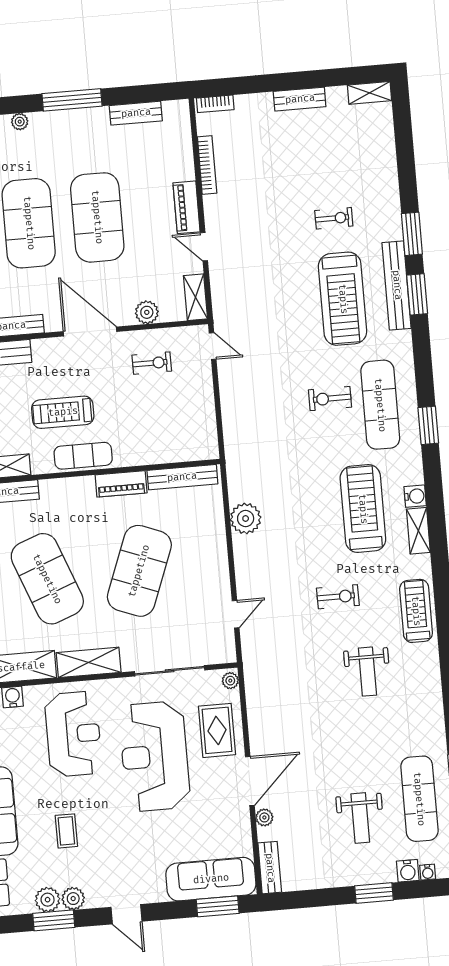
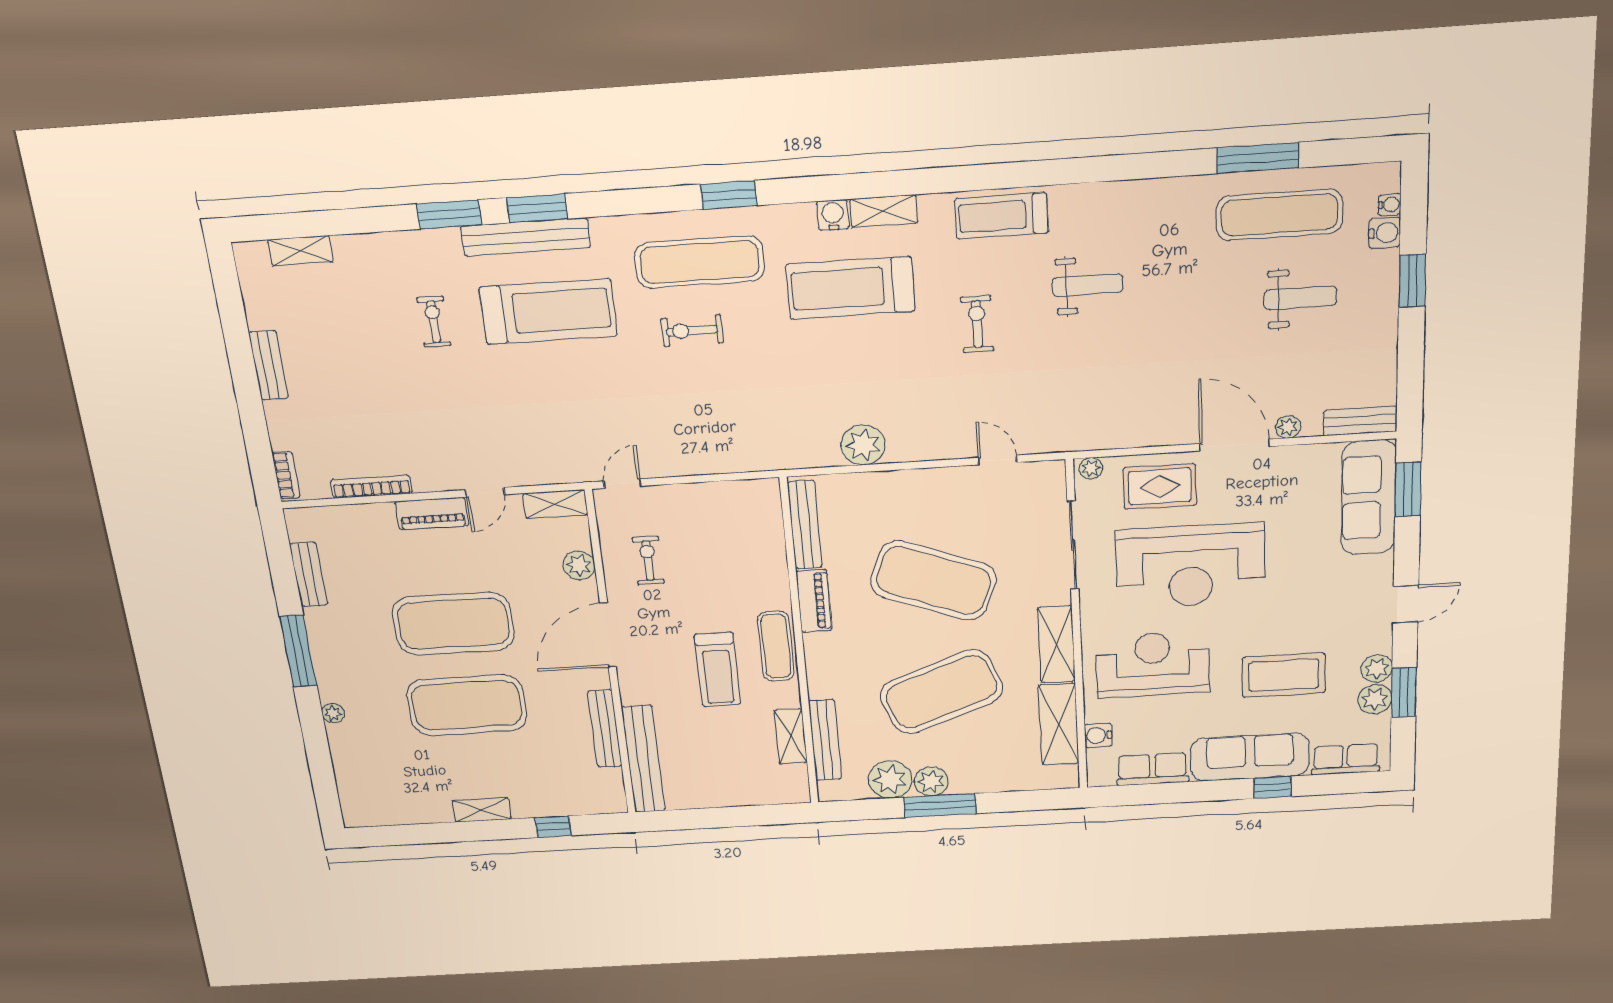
shelving: (369, 93) -> (300, 251), moved, turned 90
exercise bike: (330, 398) -> (692, 331), turned 90
coffee table: (66, 831) -> (1284, 675), width x1.86, depth x1.72

